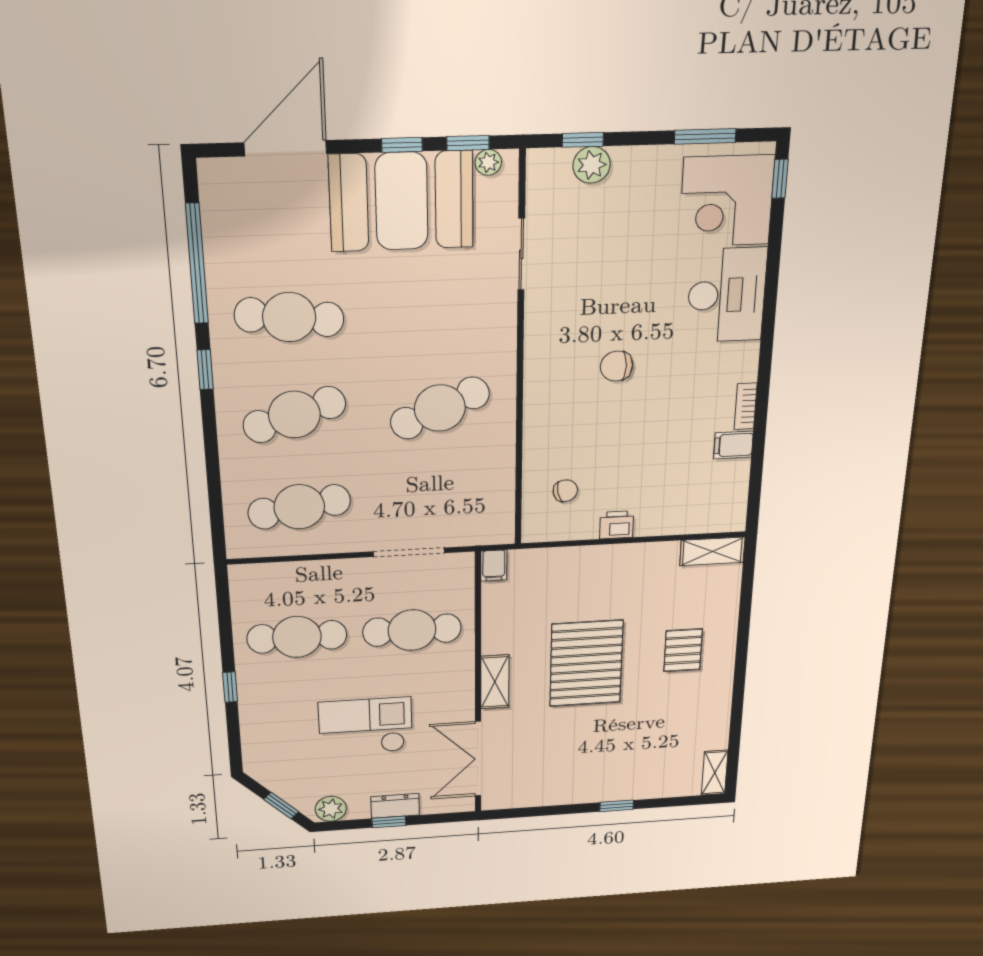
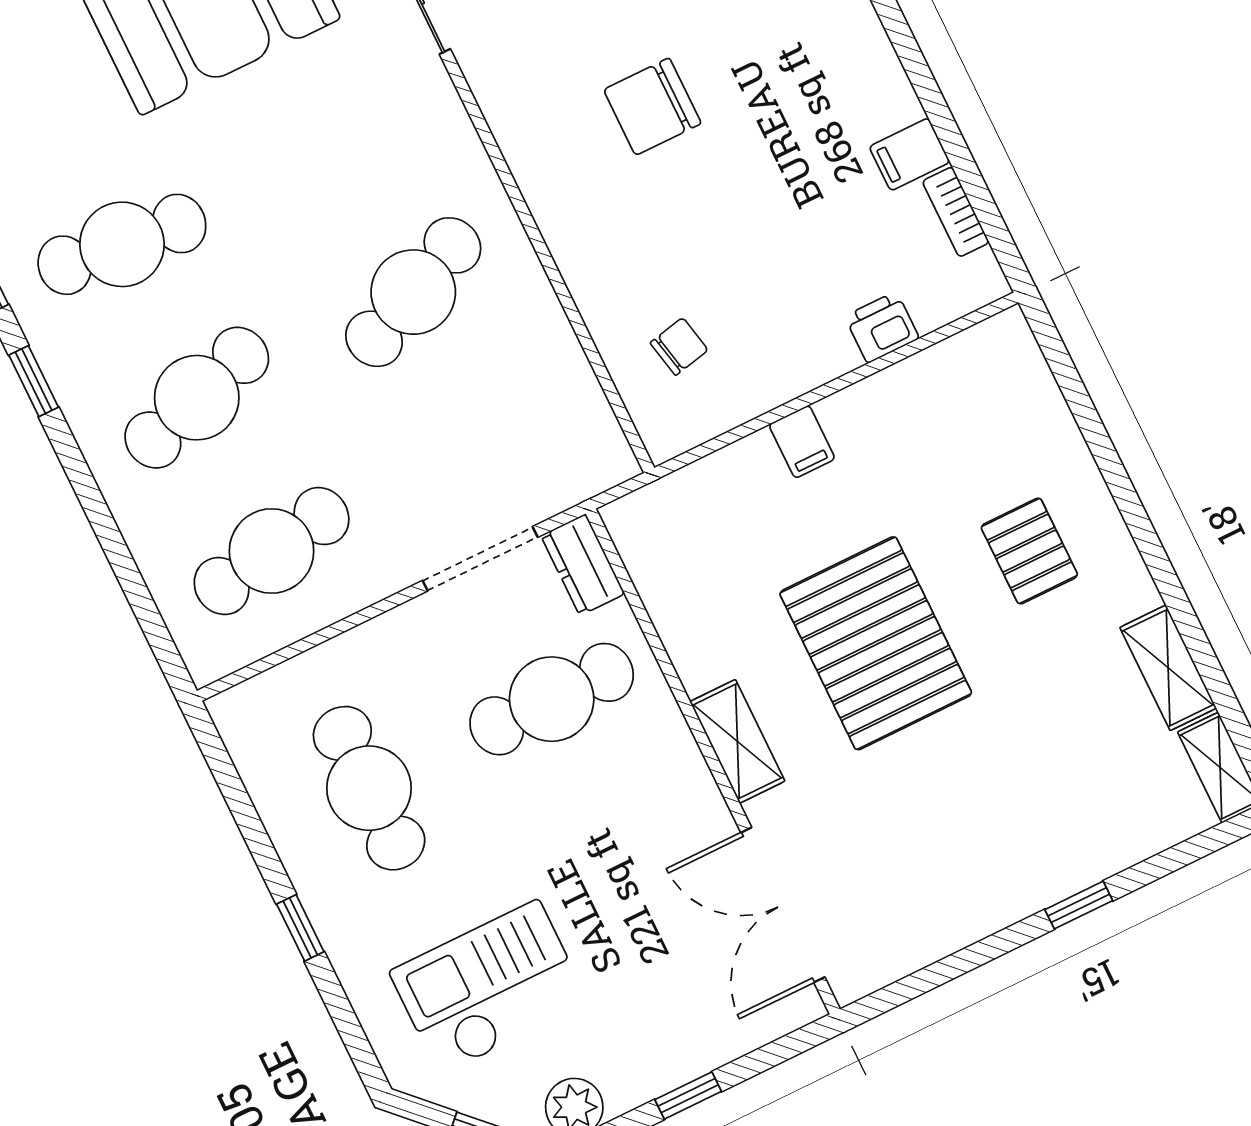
chair: (616, 366) -> (652, 107), width x1.37, depth x1.37
bookcase: (746, 406) -> (956, 212), moved
printer: (617, 525) -> (882, 327), moved
shelving: (712, 551) -> (1168, 668), moved, turned 90
filing cabinet: (494, 566) -> (802, 442), moved
cafe table: (297, 637) -> (369, 788), turned 90
checkout: (366, 726) -> (489, 987), moved
dresser: (395, 806) -> (583, 565), moved, turned -90

